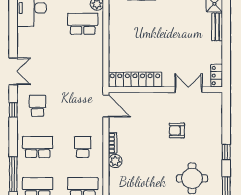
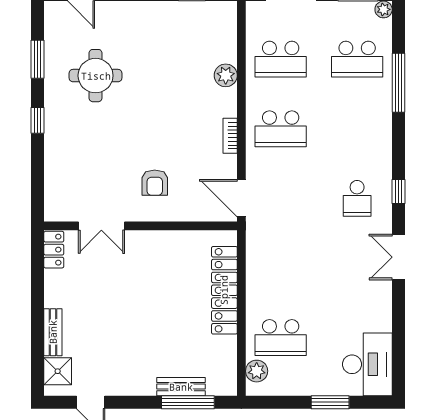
locker: (135, 80) -> (224, 290), moved, turned 90
armchair: (177, 130) -> (155, 183), moved, turned 90
school desk: (38, 147) -> (357, 129), removed
school desk: (83, 147) -> (281, 129), width x1.85
plant: (115, 161) -> (226, 75), moved

